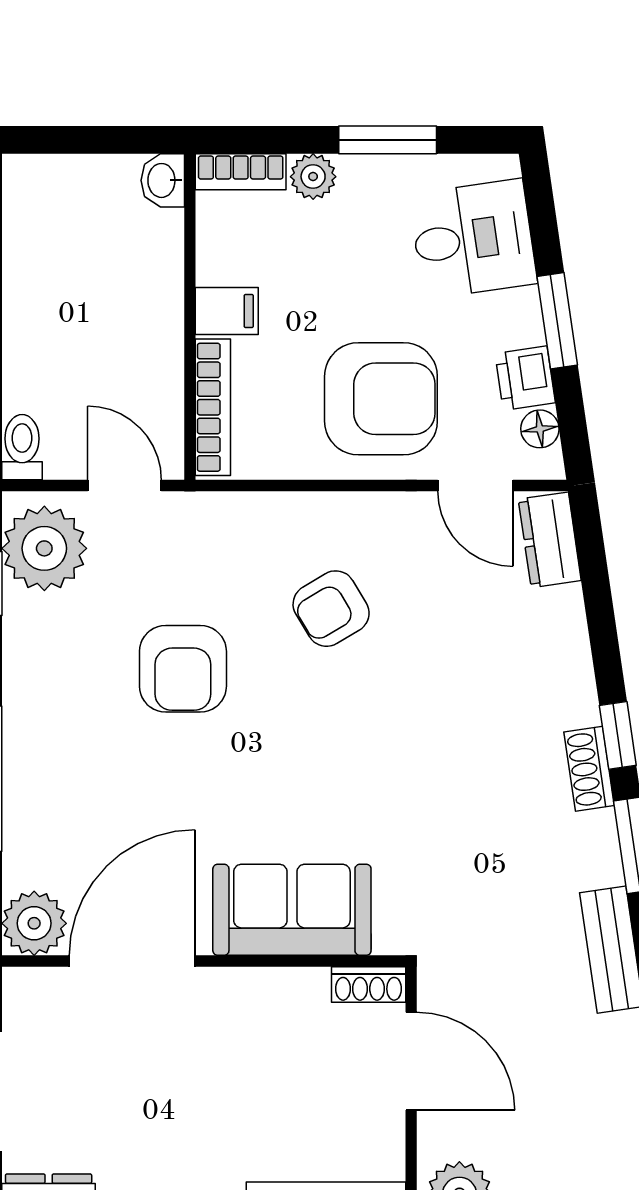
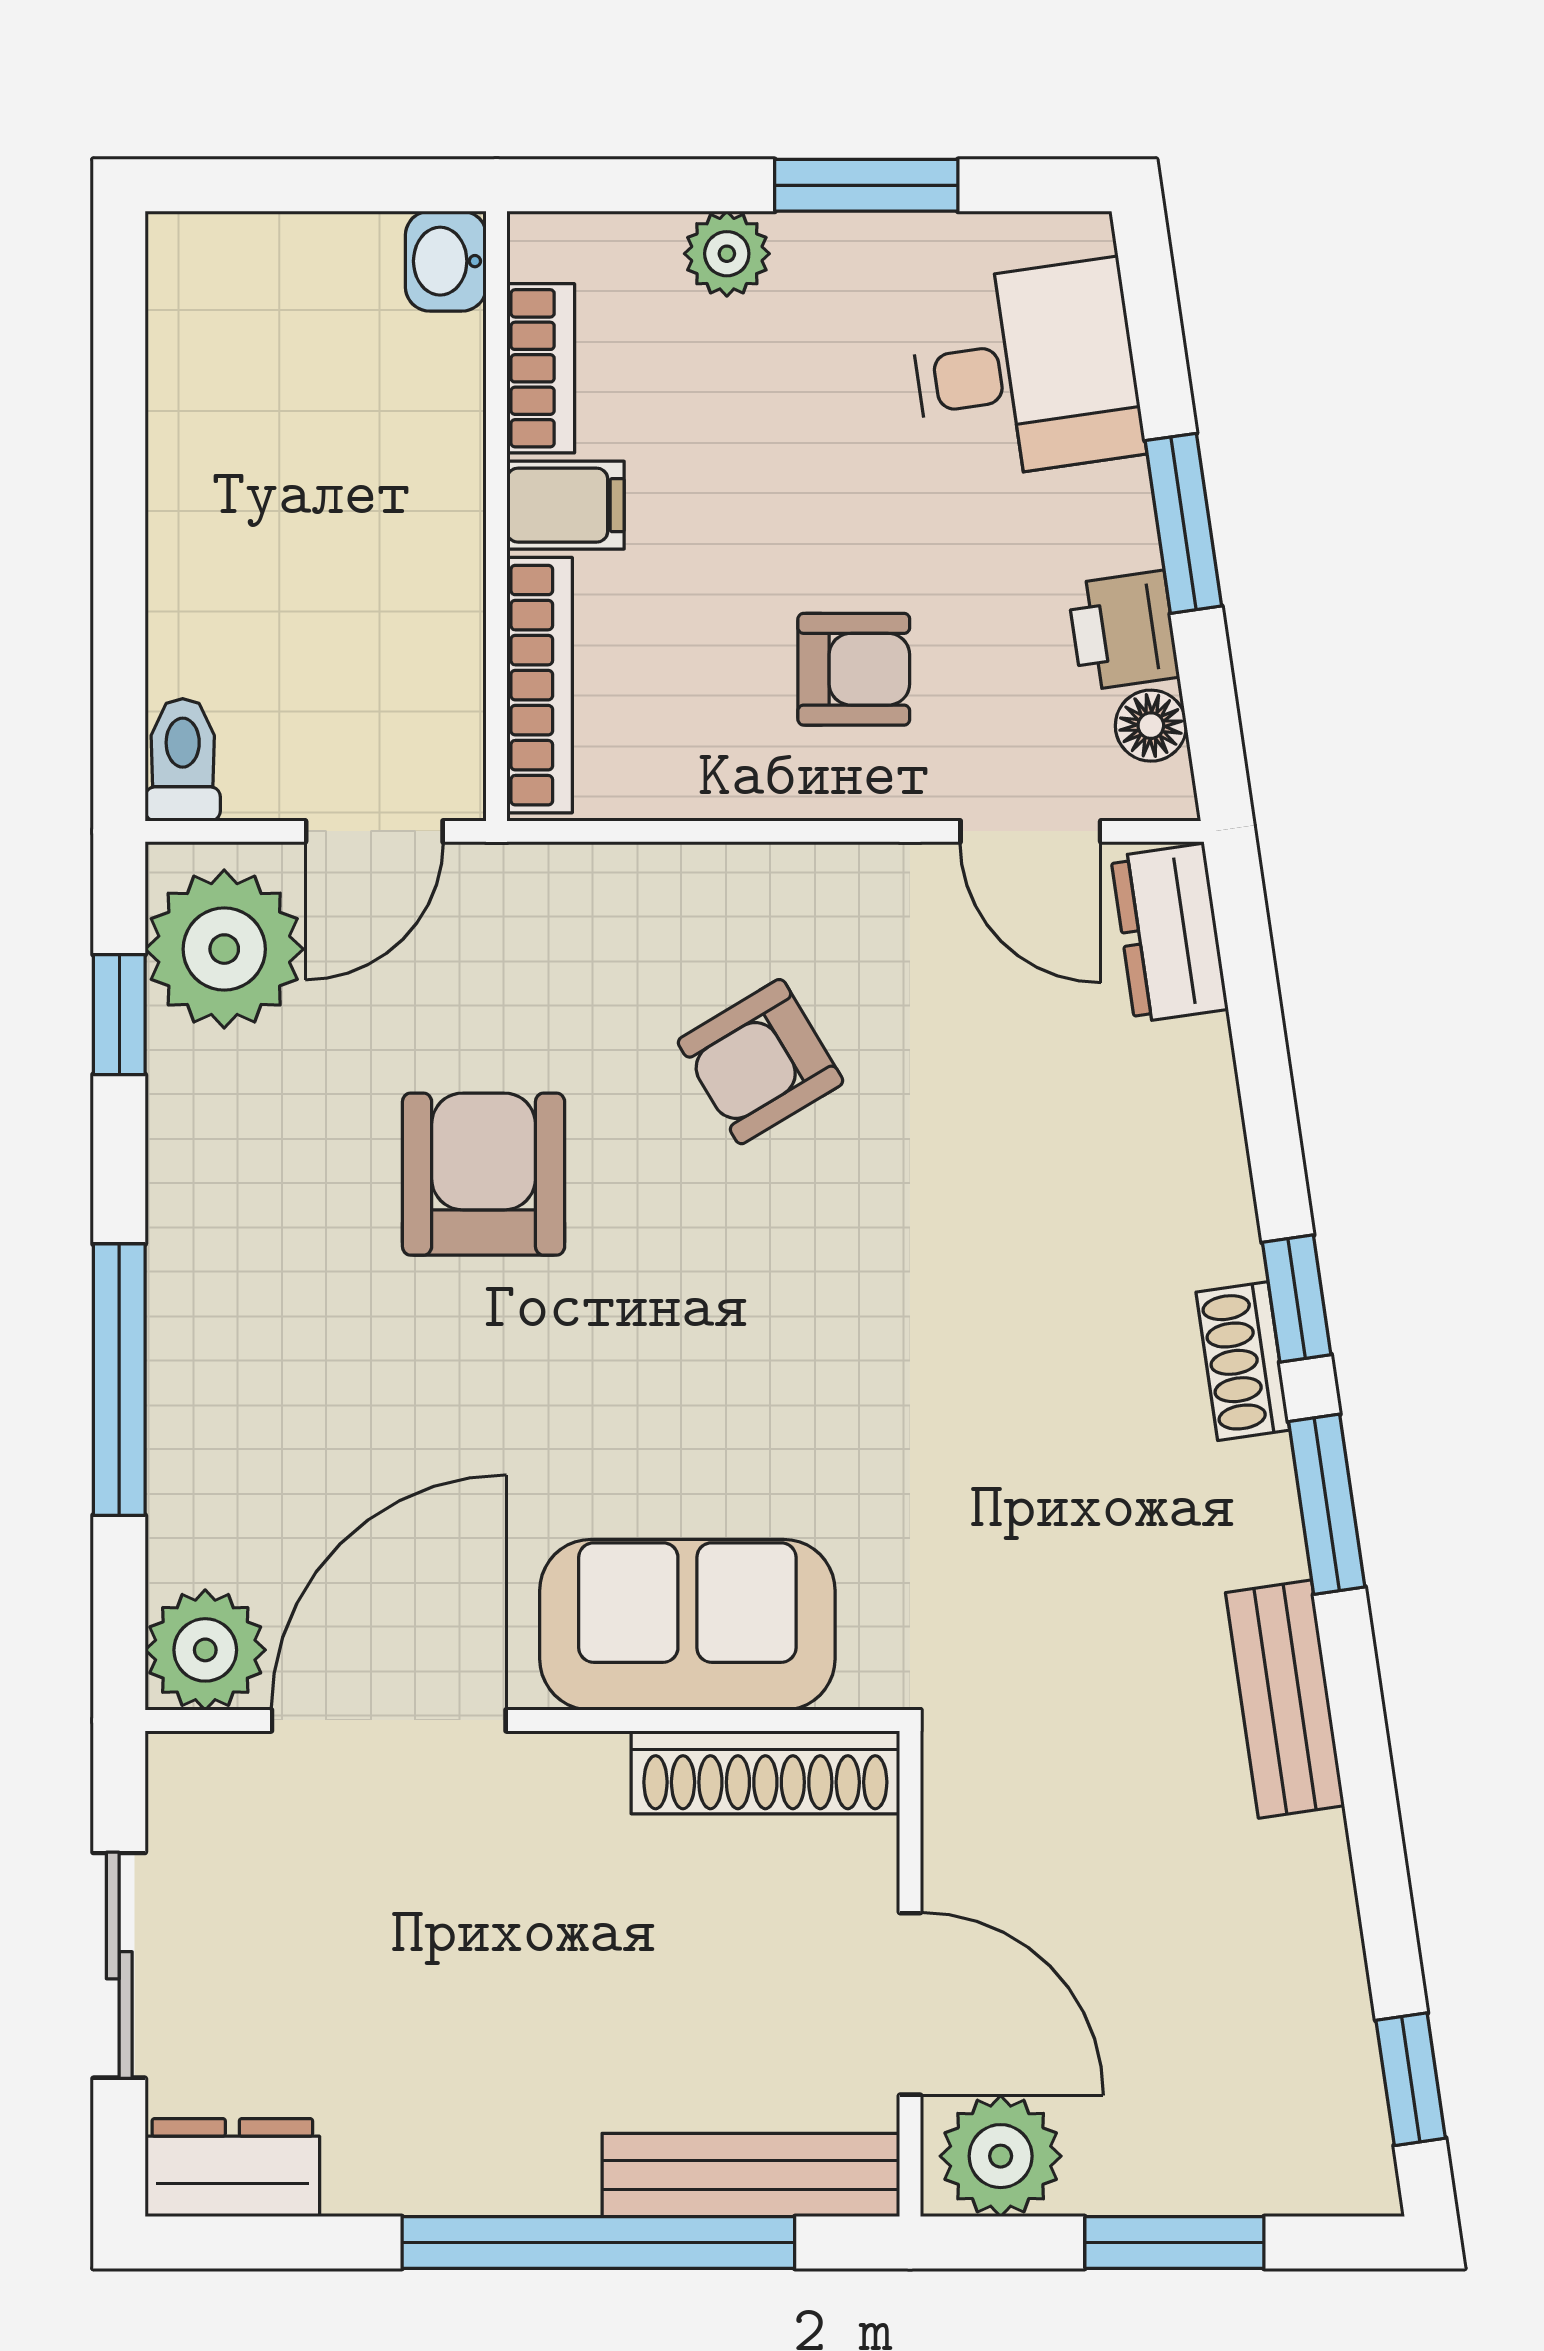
bookcase: (241, 172) -> (541, 368), moved, turned -90
armchair: (381, 399) -> (854, 669), width x0.53, depth x0.53
door: (125, 485) -> (374, 831), swing flipped
armchair: (183, 669) -> (484, 1174), turned 180
shoe rack: (369, 984) -> (765, 1772), width x1.94, depth x1.24
door: (411, 1061) -> (910, 2004), moved

